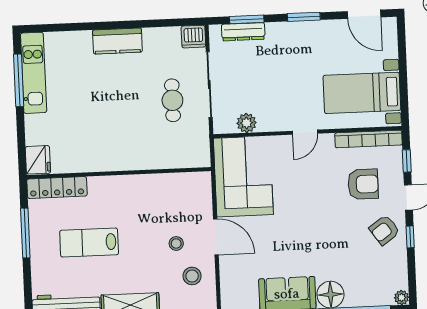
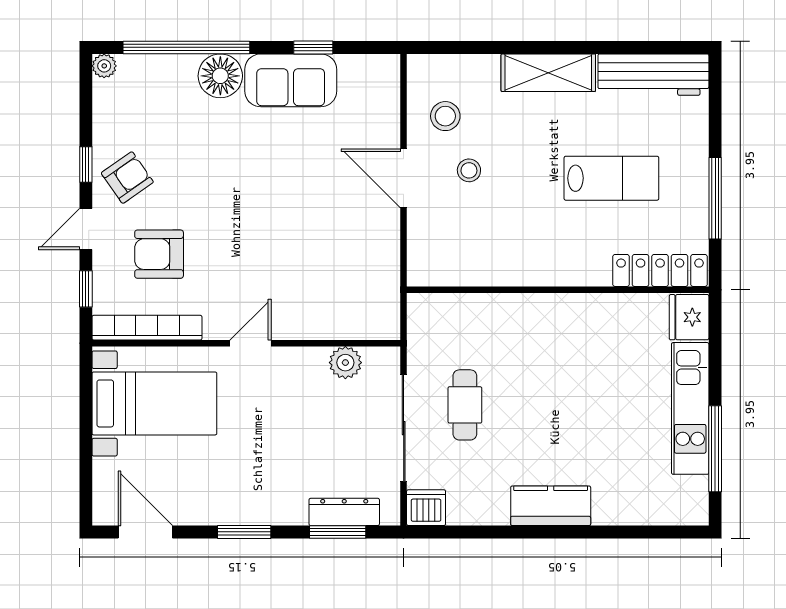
kitchen unit: (34, 73) -> (690, 408), moved
corner sofa: (243, 176) -> (354, 275), removed

